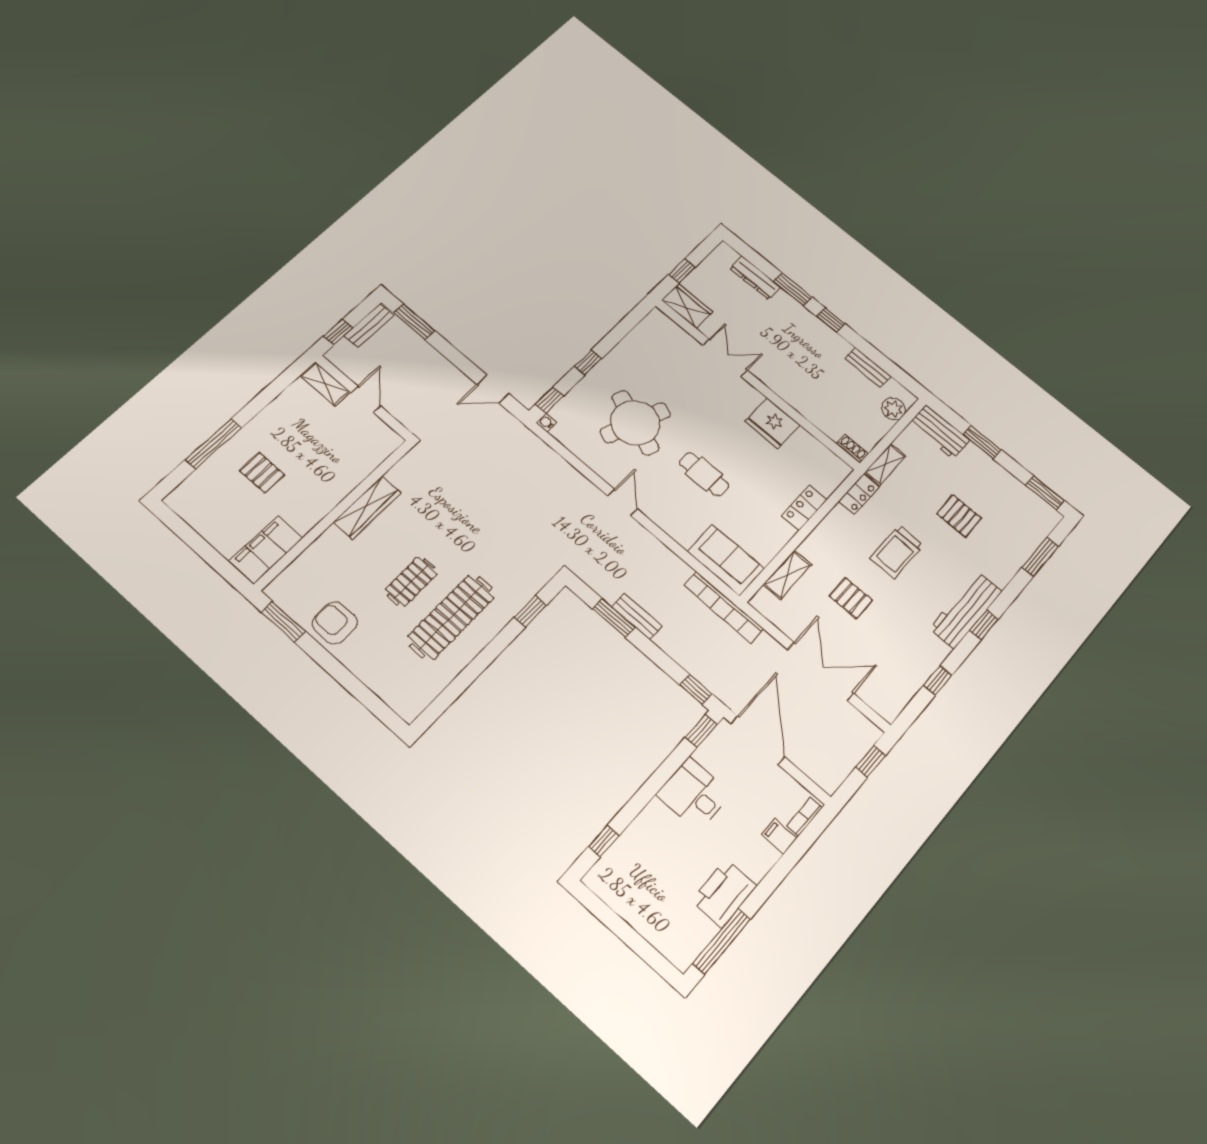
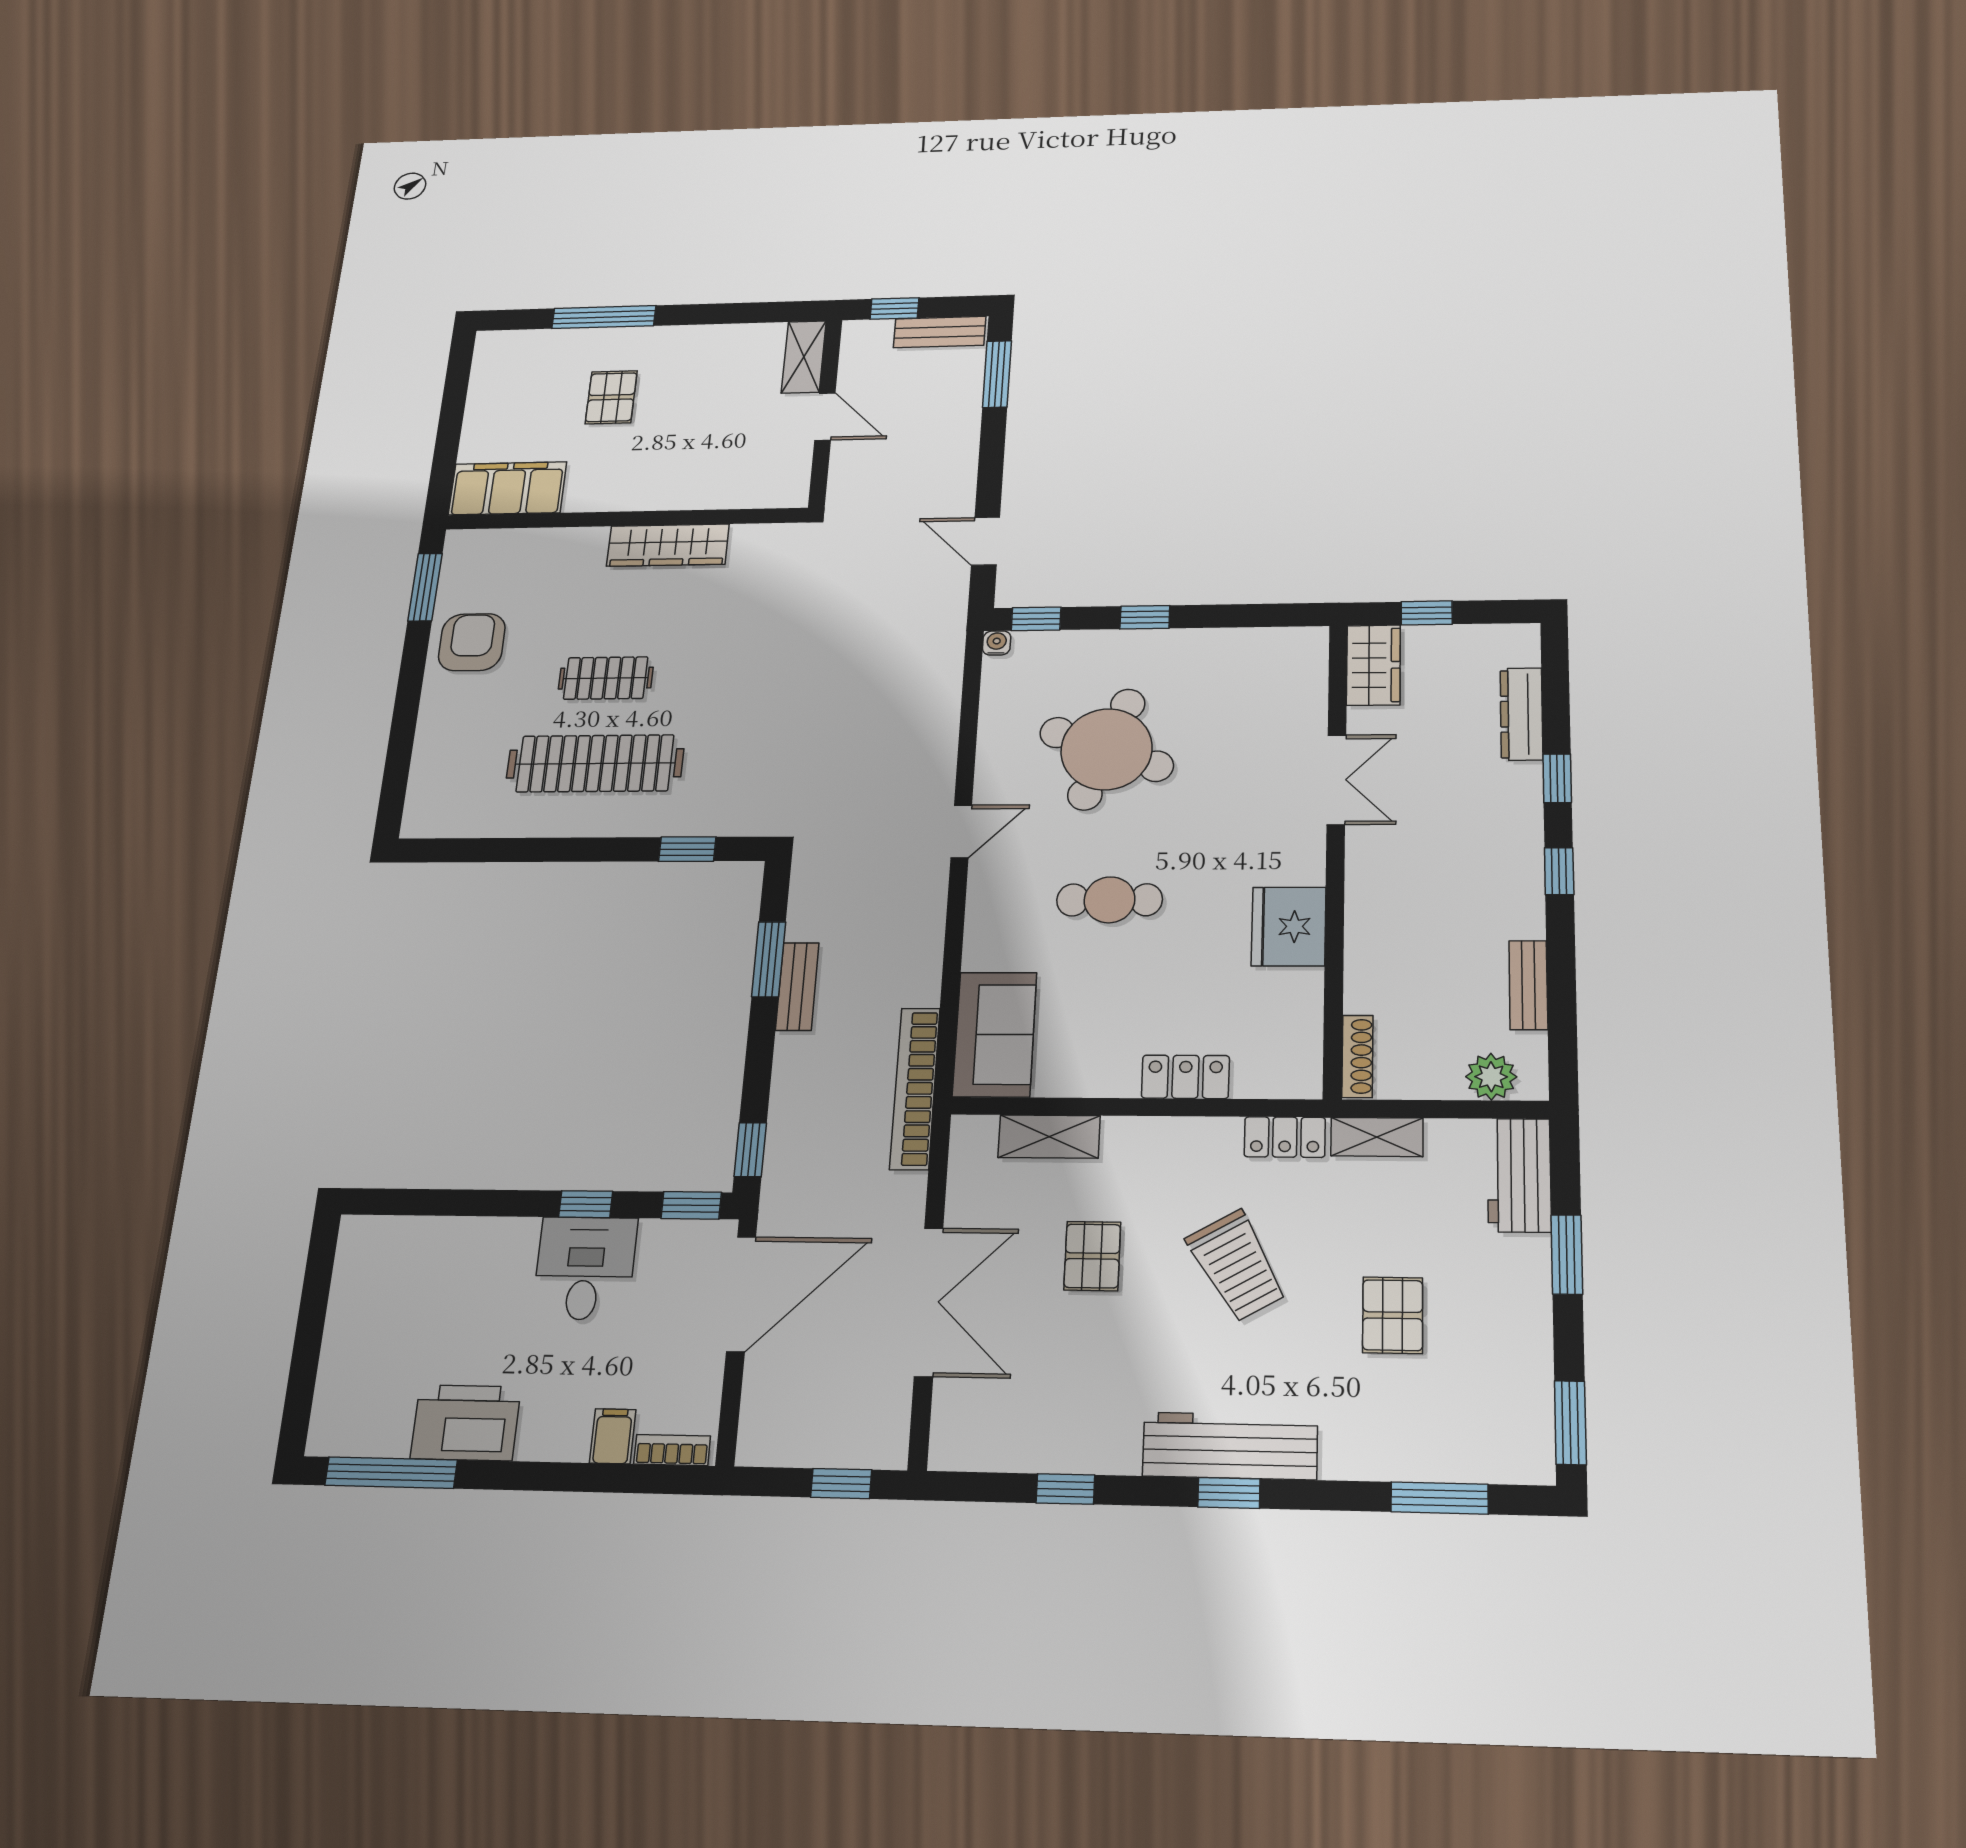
window: (793, 289) -> (1557, 778), width x0.67
door: (366, 399) -> (825, 417), hinge flipped
shoe rack: (852, 448) -> (1357, 1056), width x1.43
cafe table: (704, 474) -> (1110, 900), turned 90
trolley: (897, 552) -> (1237, 1266), turned -120
window: (604, 841) -> (586, 1204), moved

